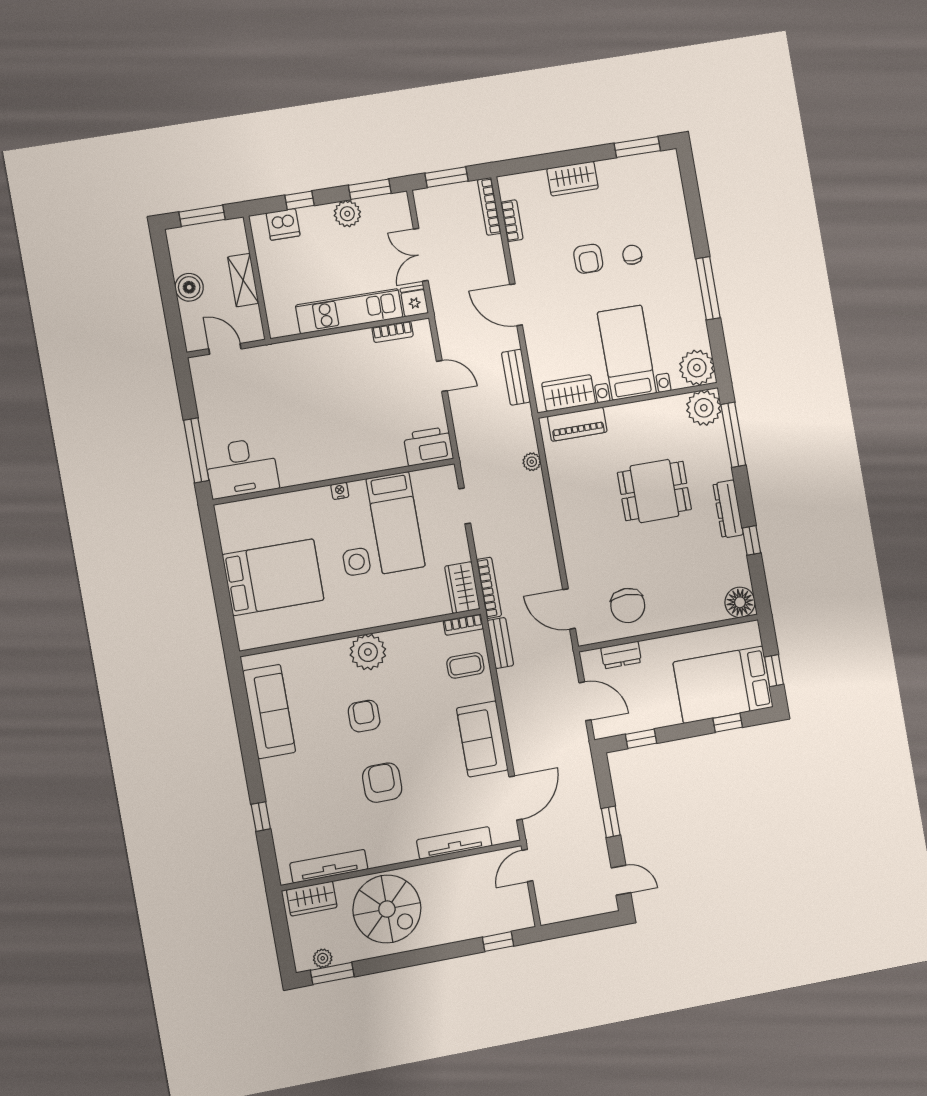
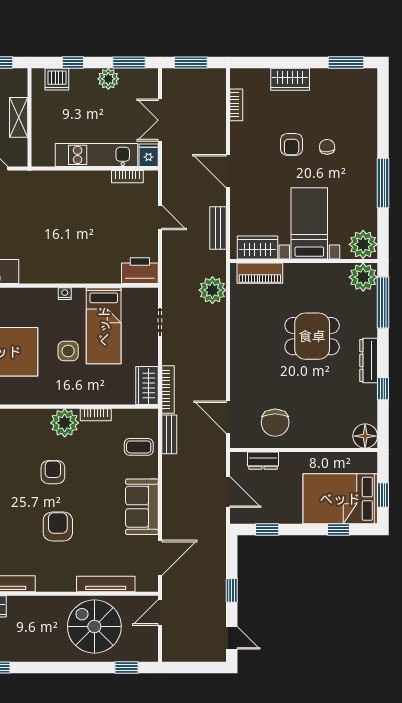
bookcase: (489, 206) -> (220, 91), removed
plant: (532, 462) -> (212, 290), width x1.87, depth x1.87
bookcase: (463, 625) -> (96, 415), moved
spiral stairs: (387, 909) -> (94, 627), moved, turned 180

